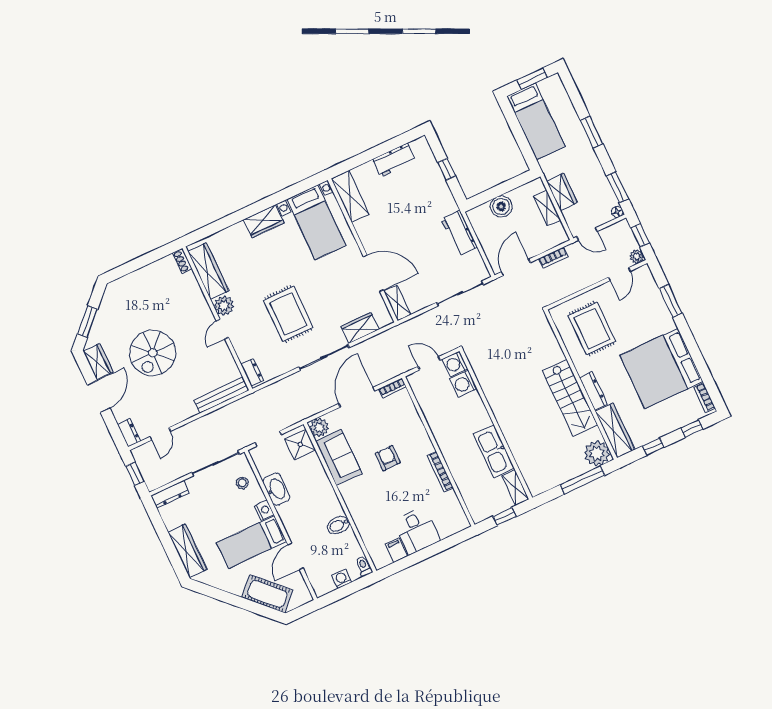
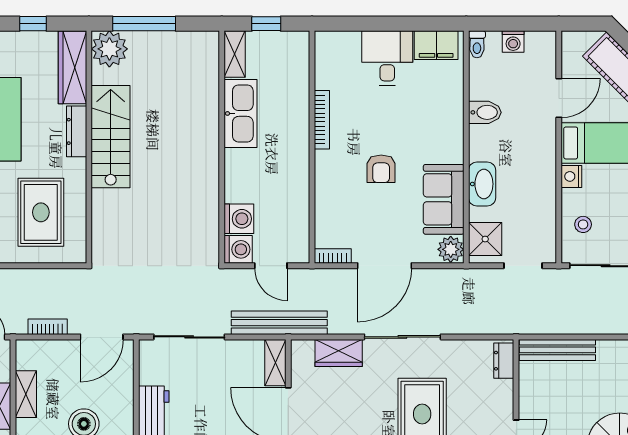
bench: (407, 329) -> (279, 323), added
washbasin: (276, 489) -> (482, 184), moved, turned 180
filing cabinet: (396, 550) -> (436, 45), width x2.00

